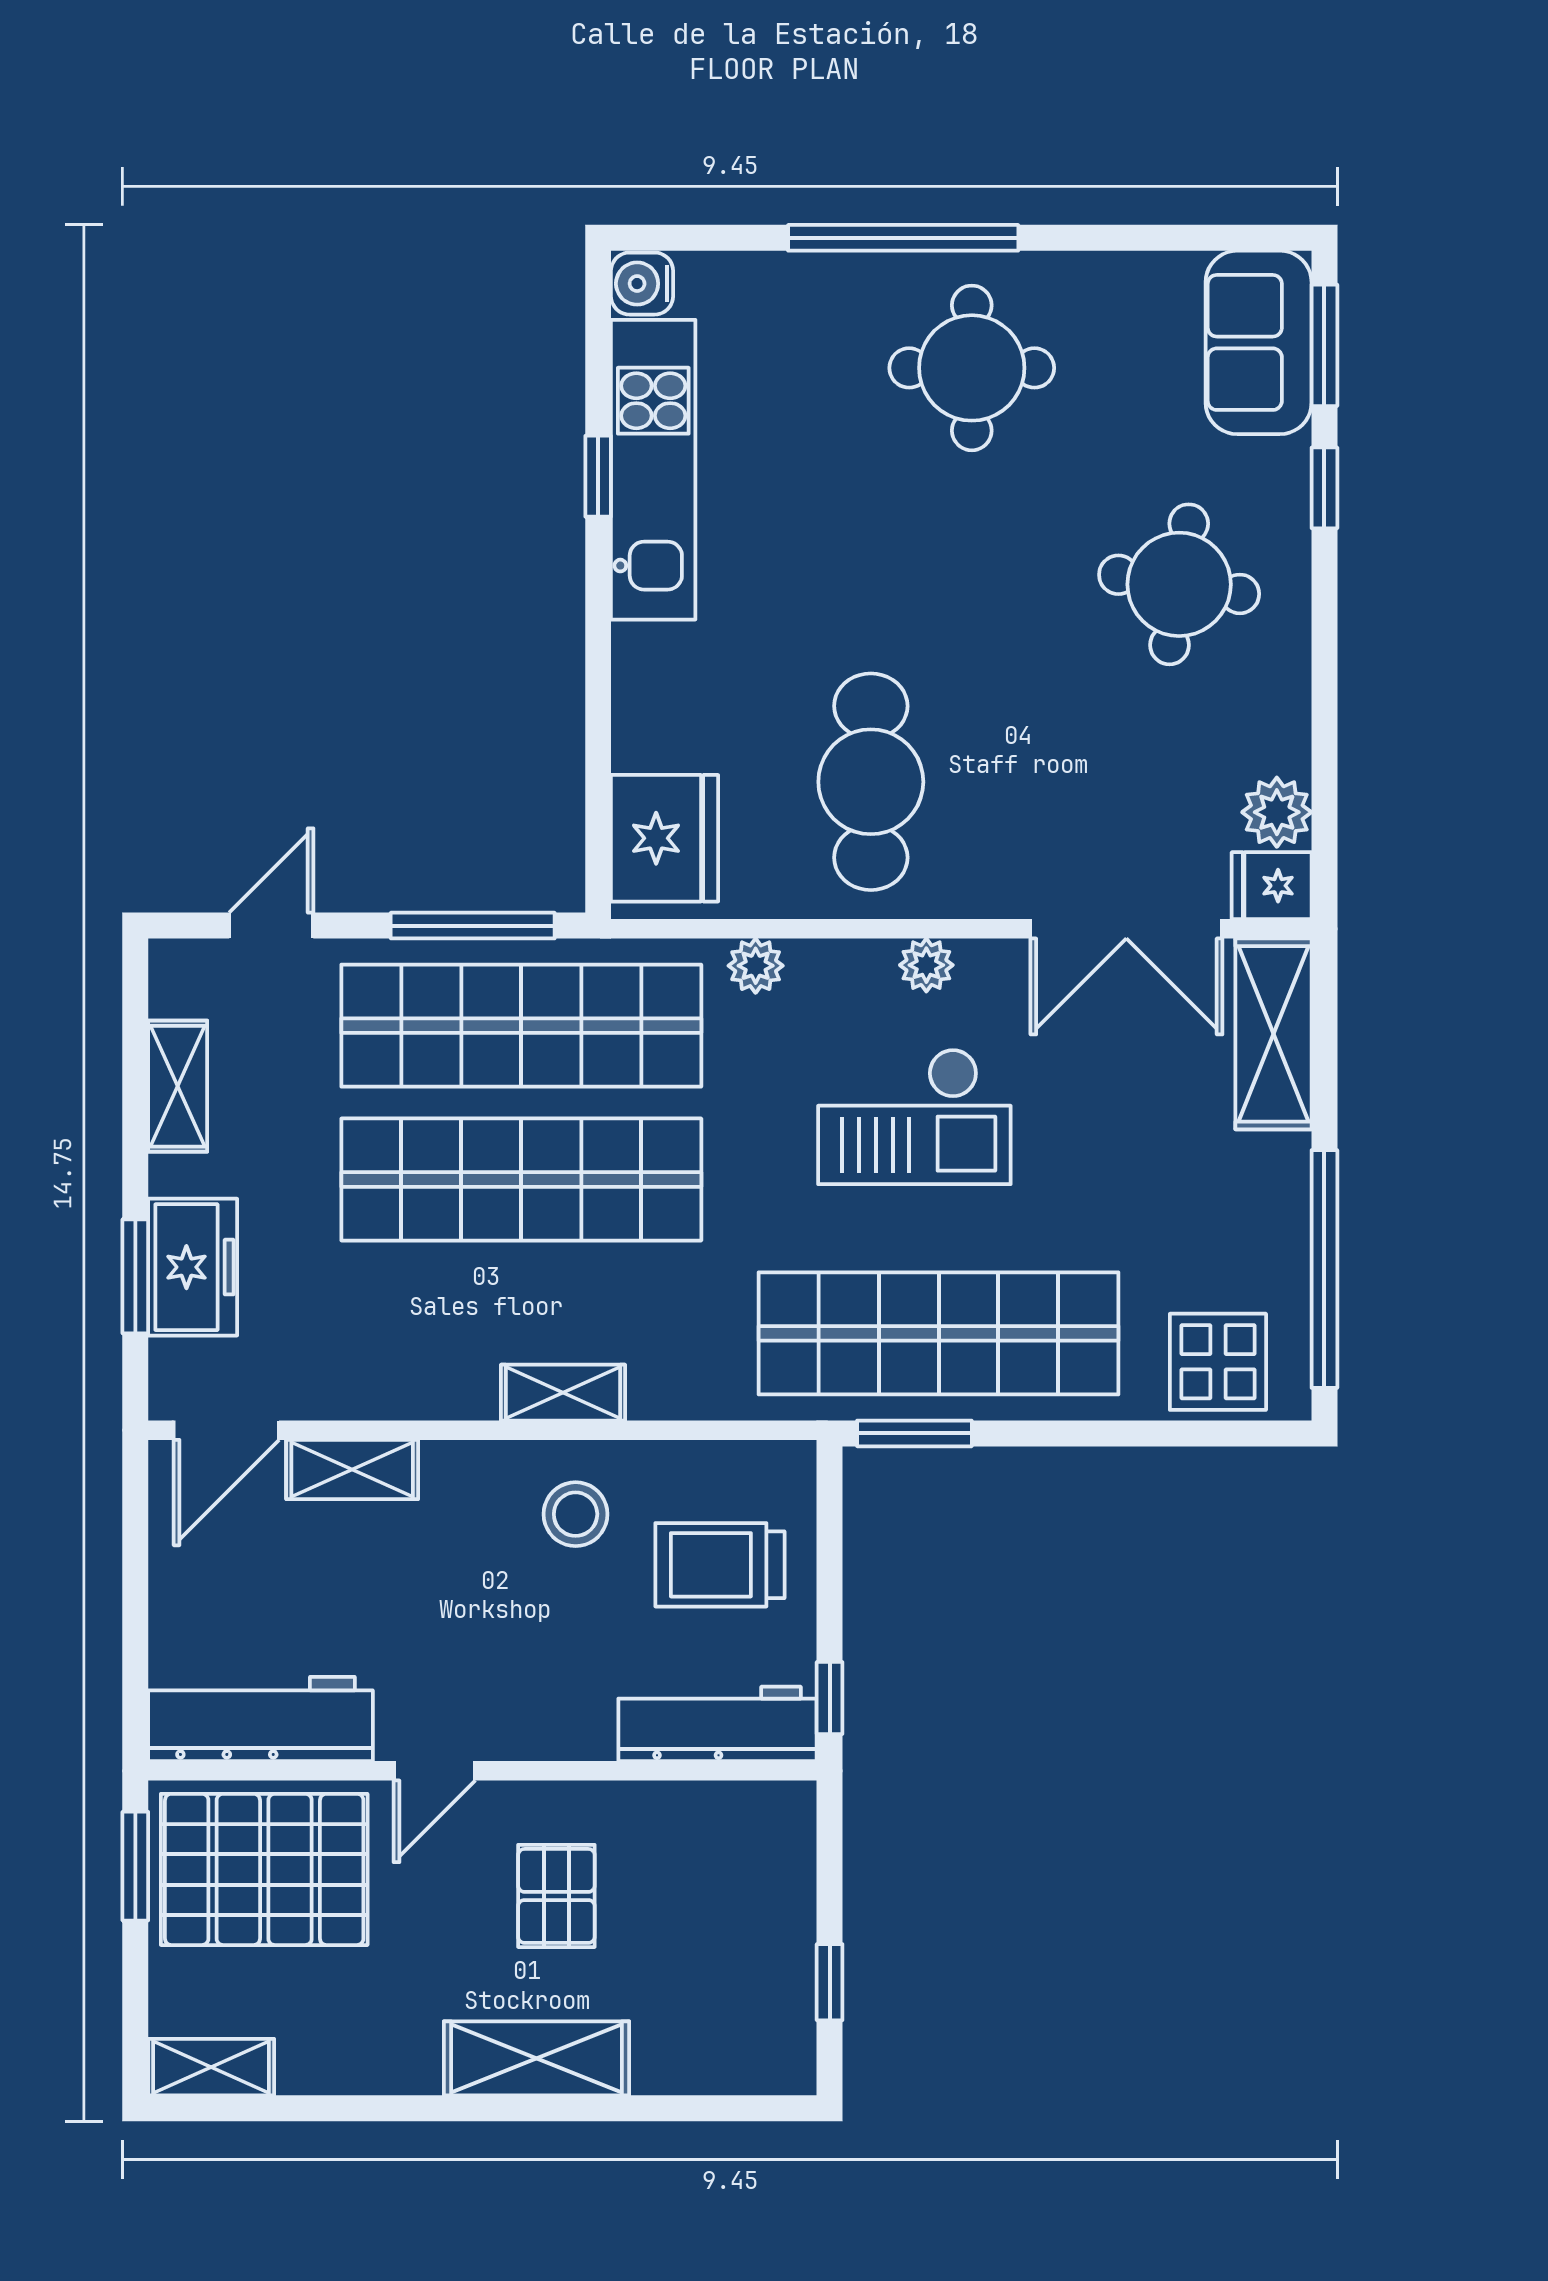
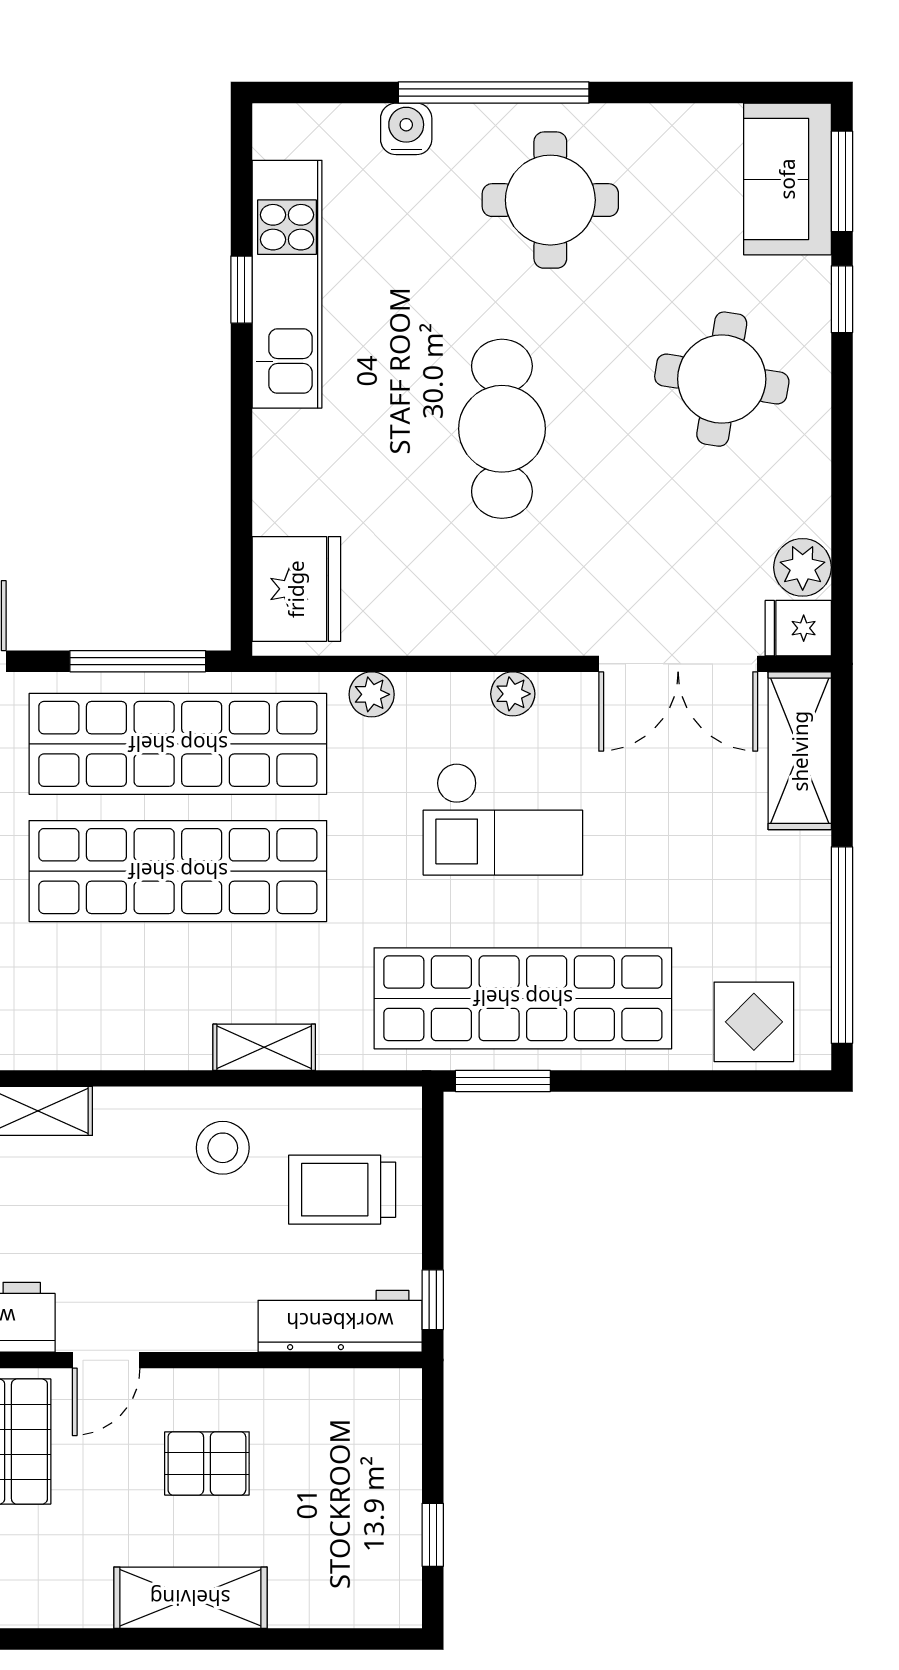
water cooler: (642, 284) -> (406, 129), moved, turned 90
cafe table: (871, 782) -> (502, 429), moved
shelving: (563, 1393) -> (264, 1047), moved
pallet: (556, 1896) -> (207, 1463), turned 90

